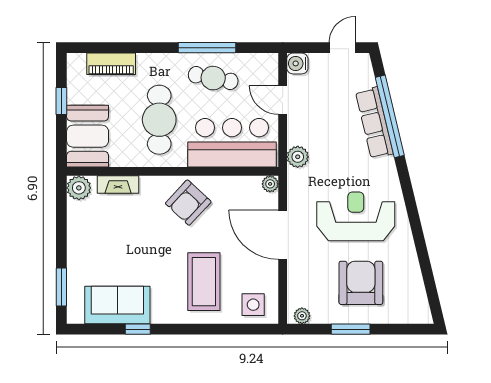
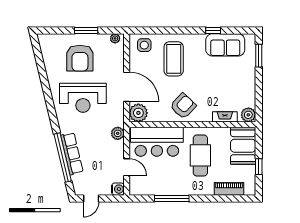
cafe table: (213, 78) -> (168, 180), removed
plant: (270, 184) -> (138, 113), width x1.87, depth x1.87

